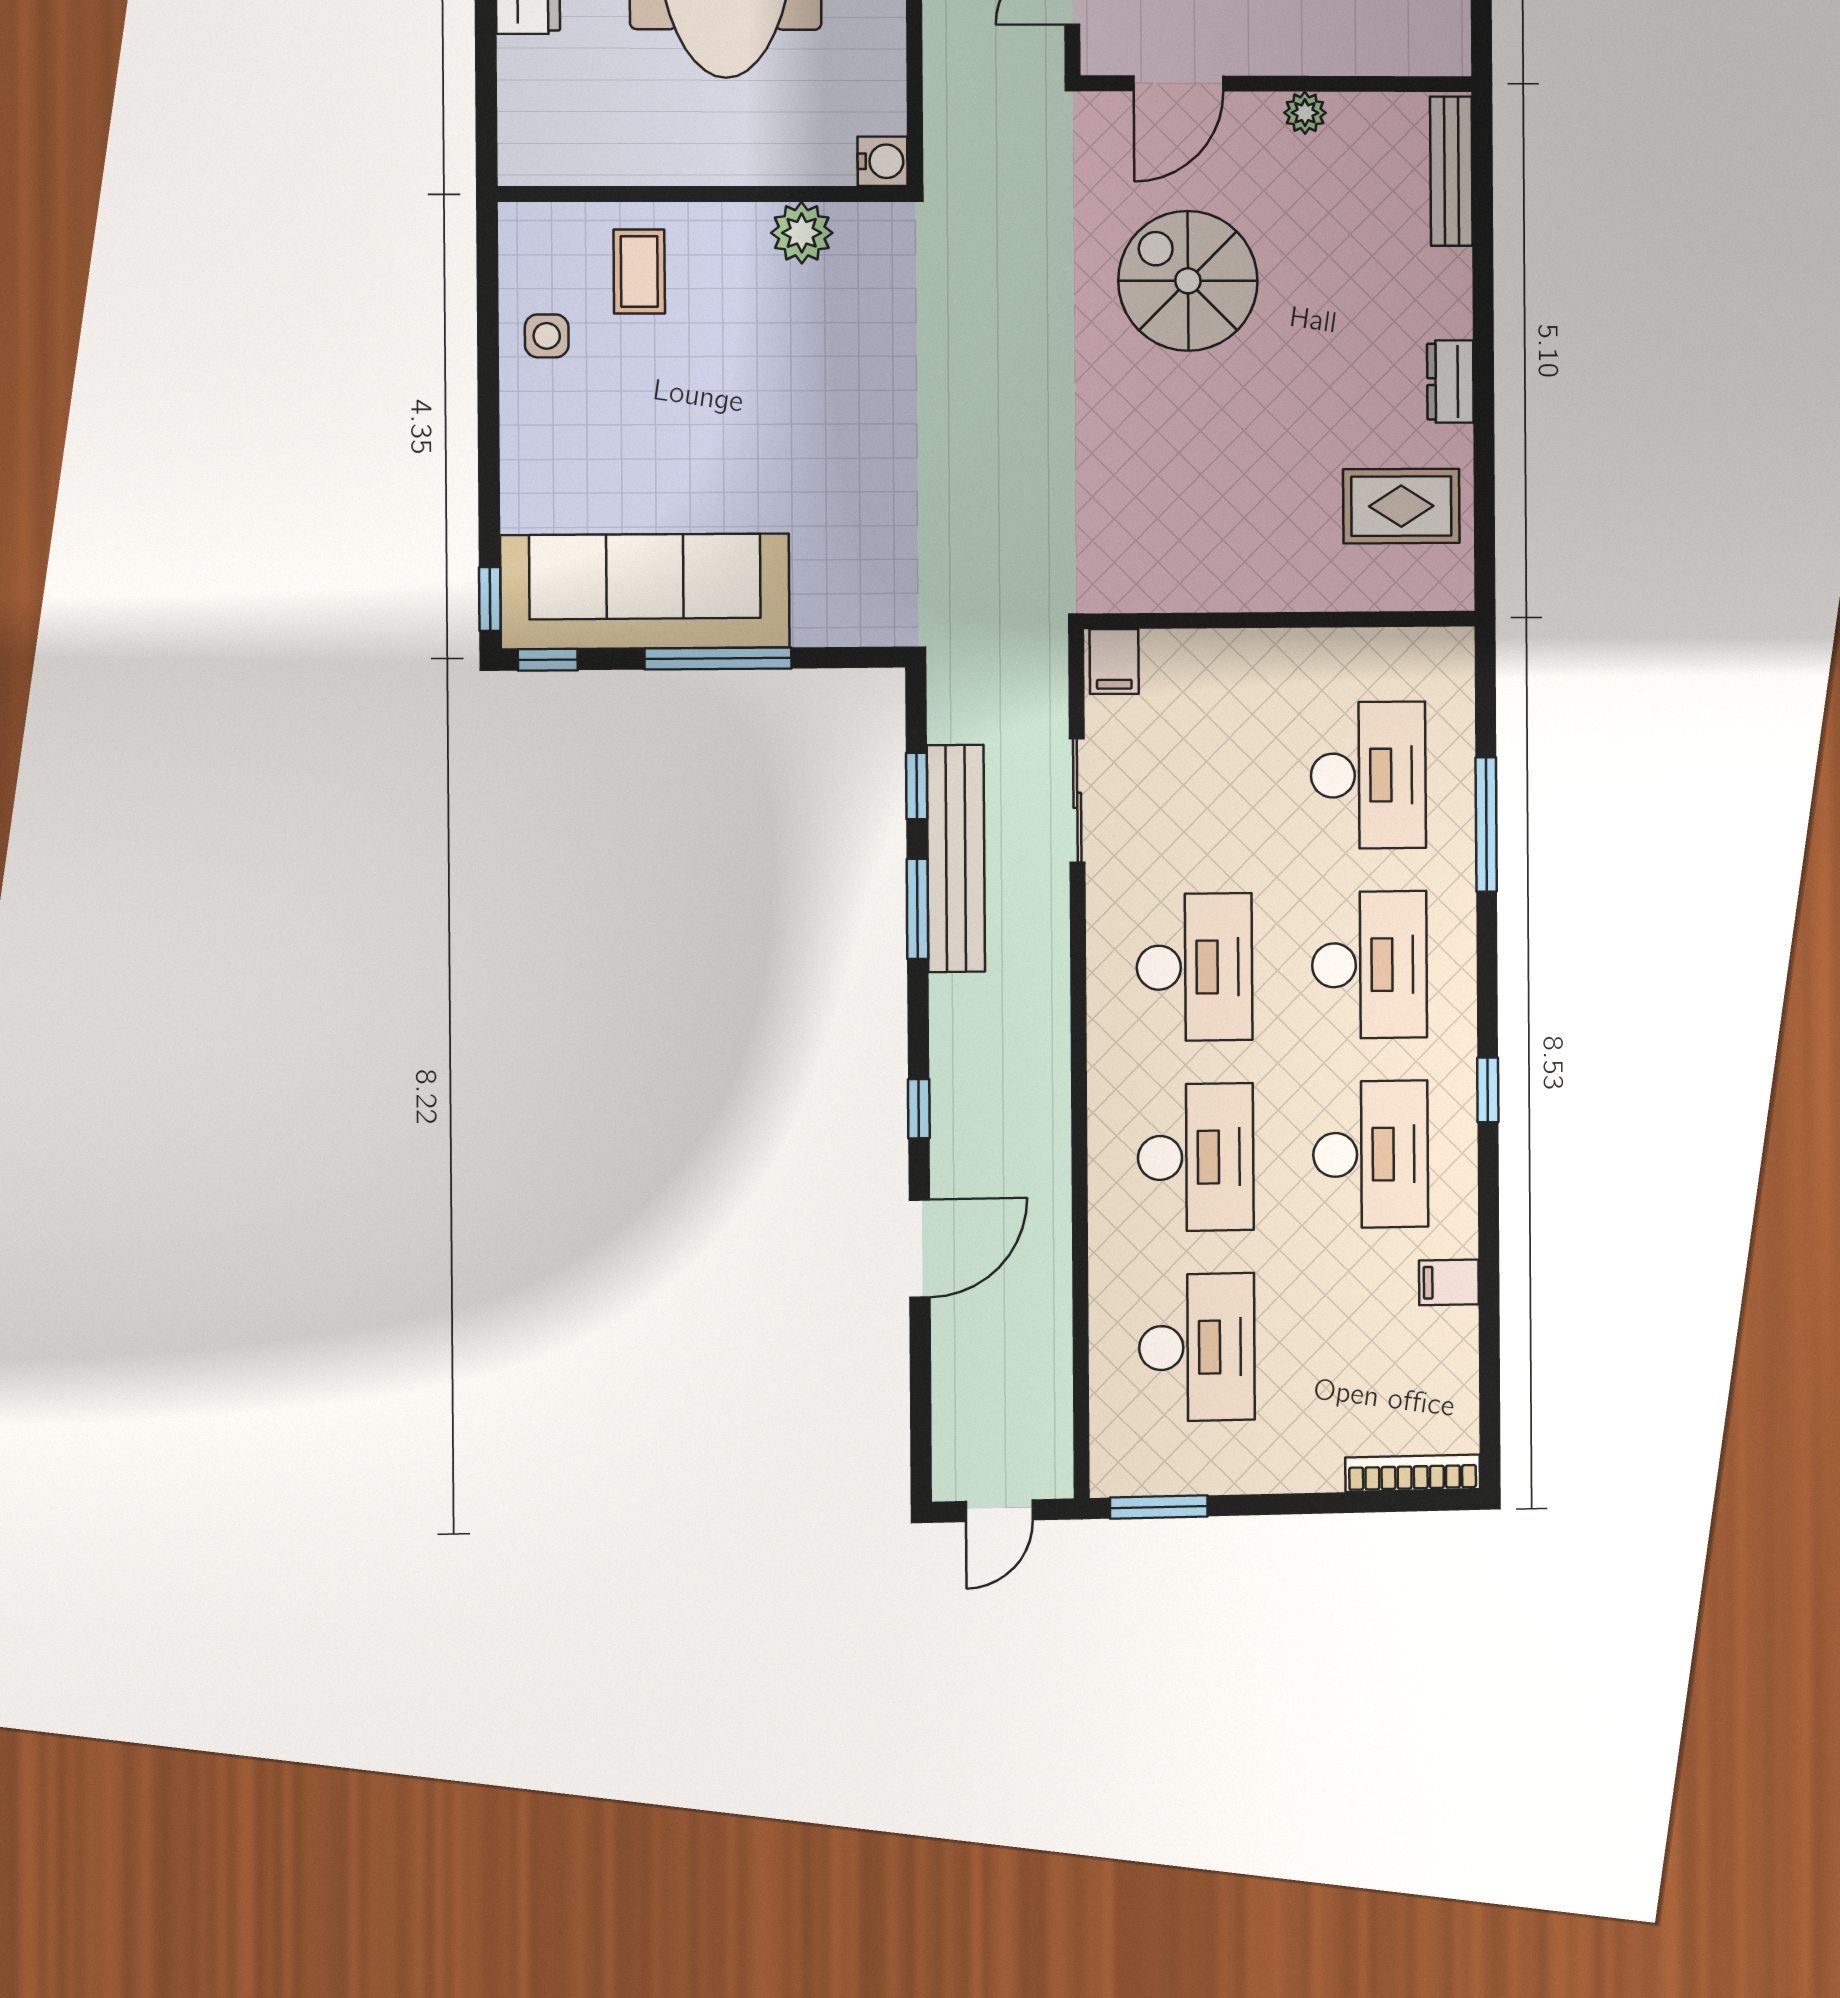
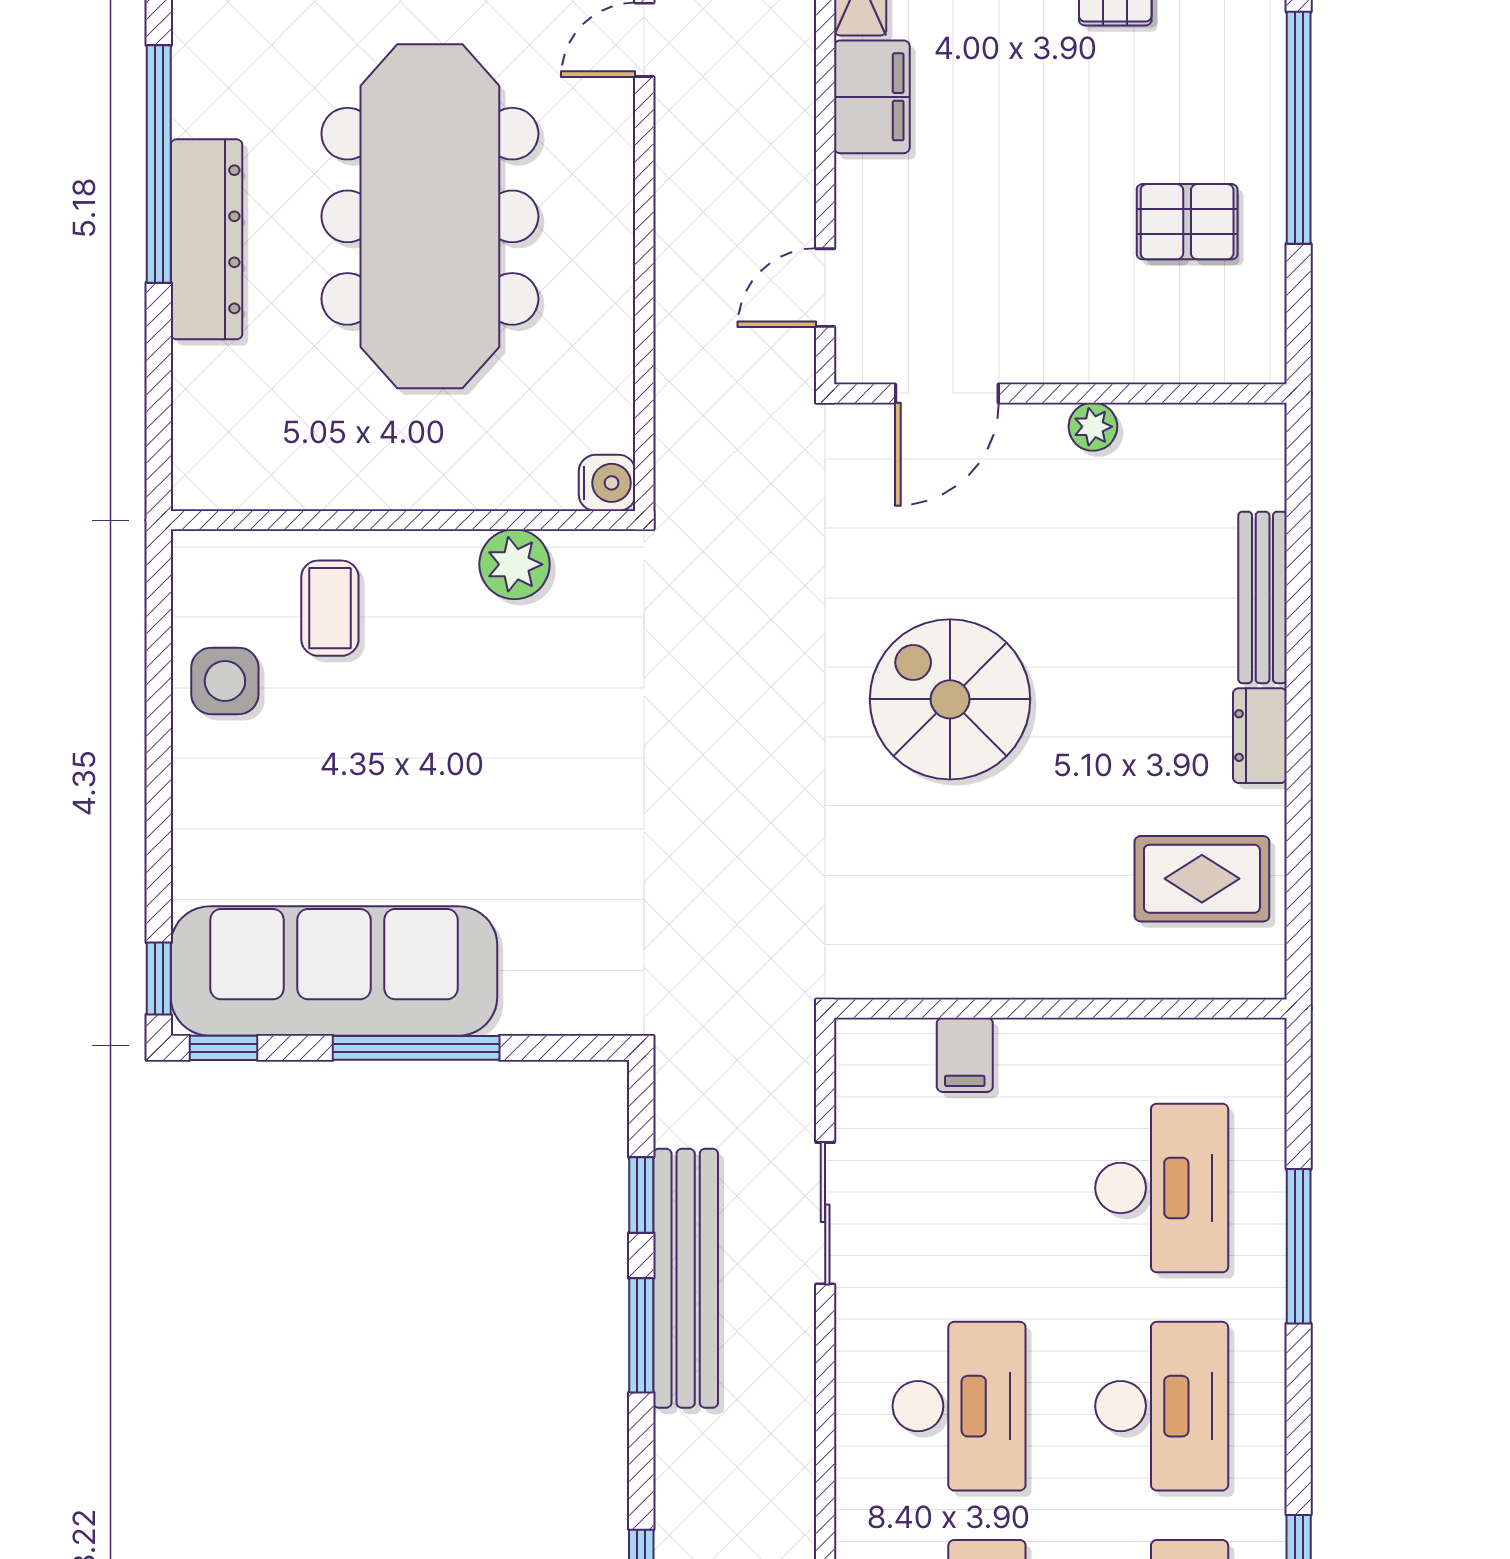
bench: (1451, 171) -> (1263, 597), moved
spiral stairs: (1188, 281) -> (950, 699), moved
side table: (547, 336) -> (225, 681), width x1.37, depth x1.37
filing cabinet: (1114, 662) -> (965, 1055), moved

